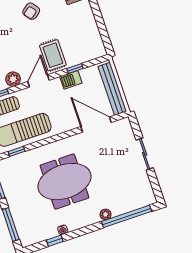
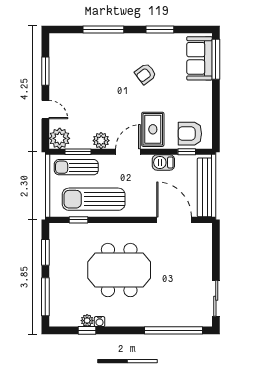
armchair: (85, 48) -> (190, 134), added
window: (75, 69) -> (187, 152), moved
sliding door: (145, 154) -> (216, 298), moved
plant: (105, 214) -> (87, 321), moved

